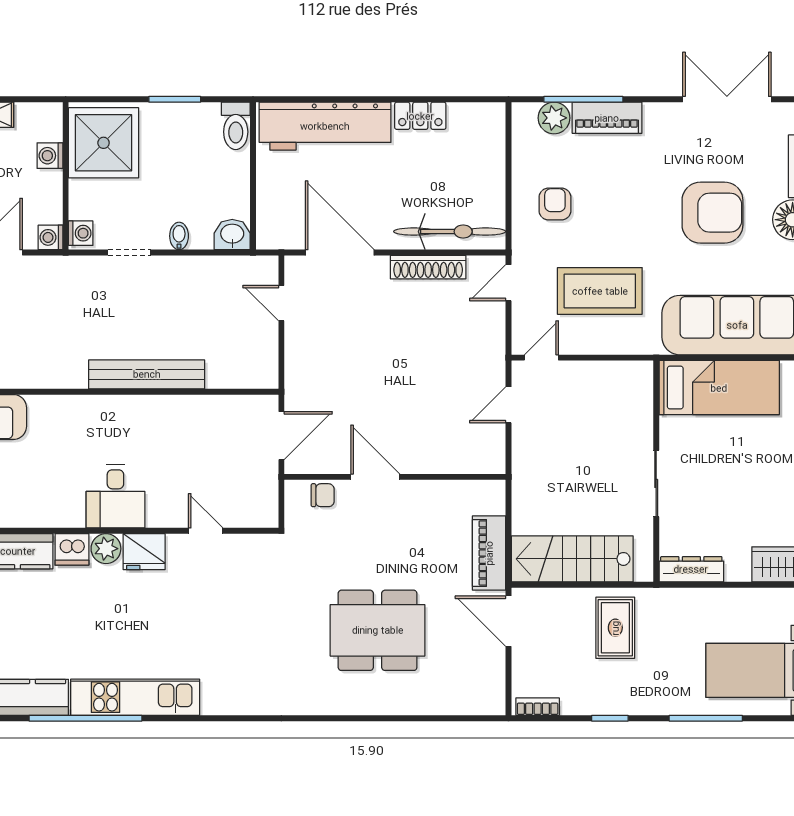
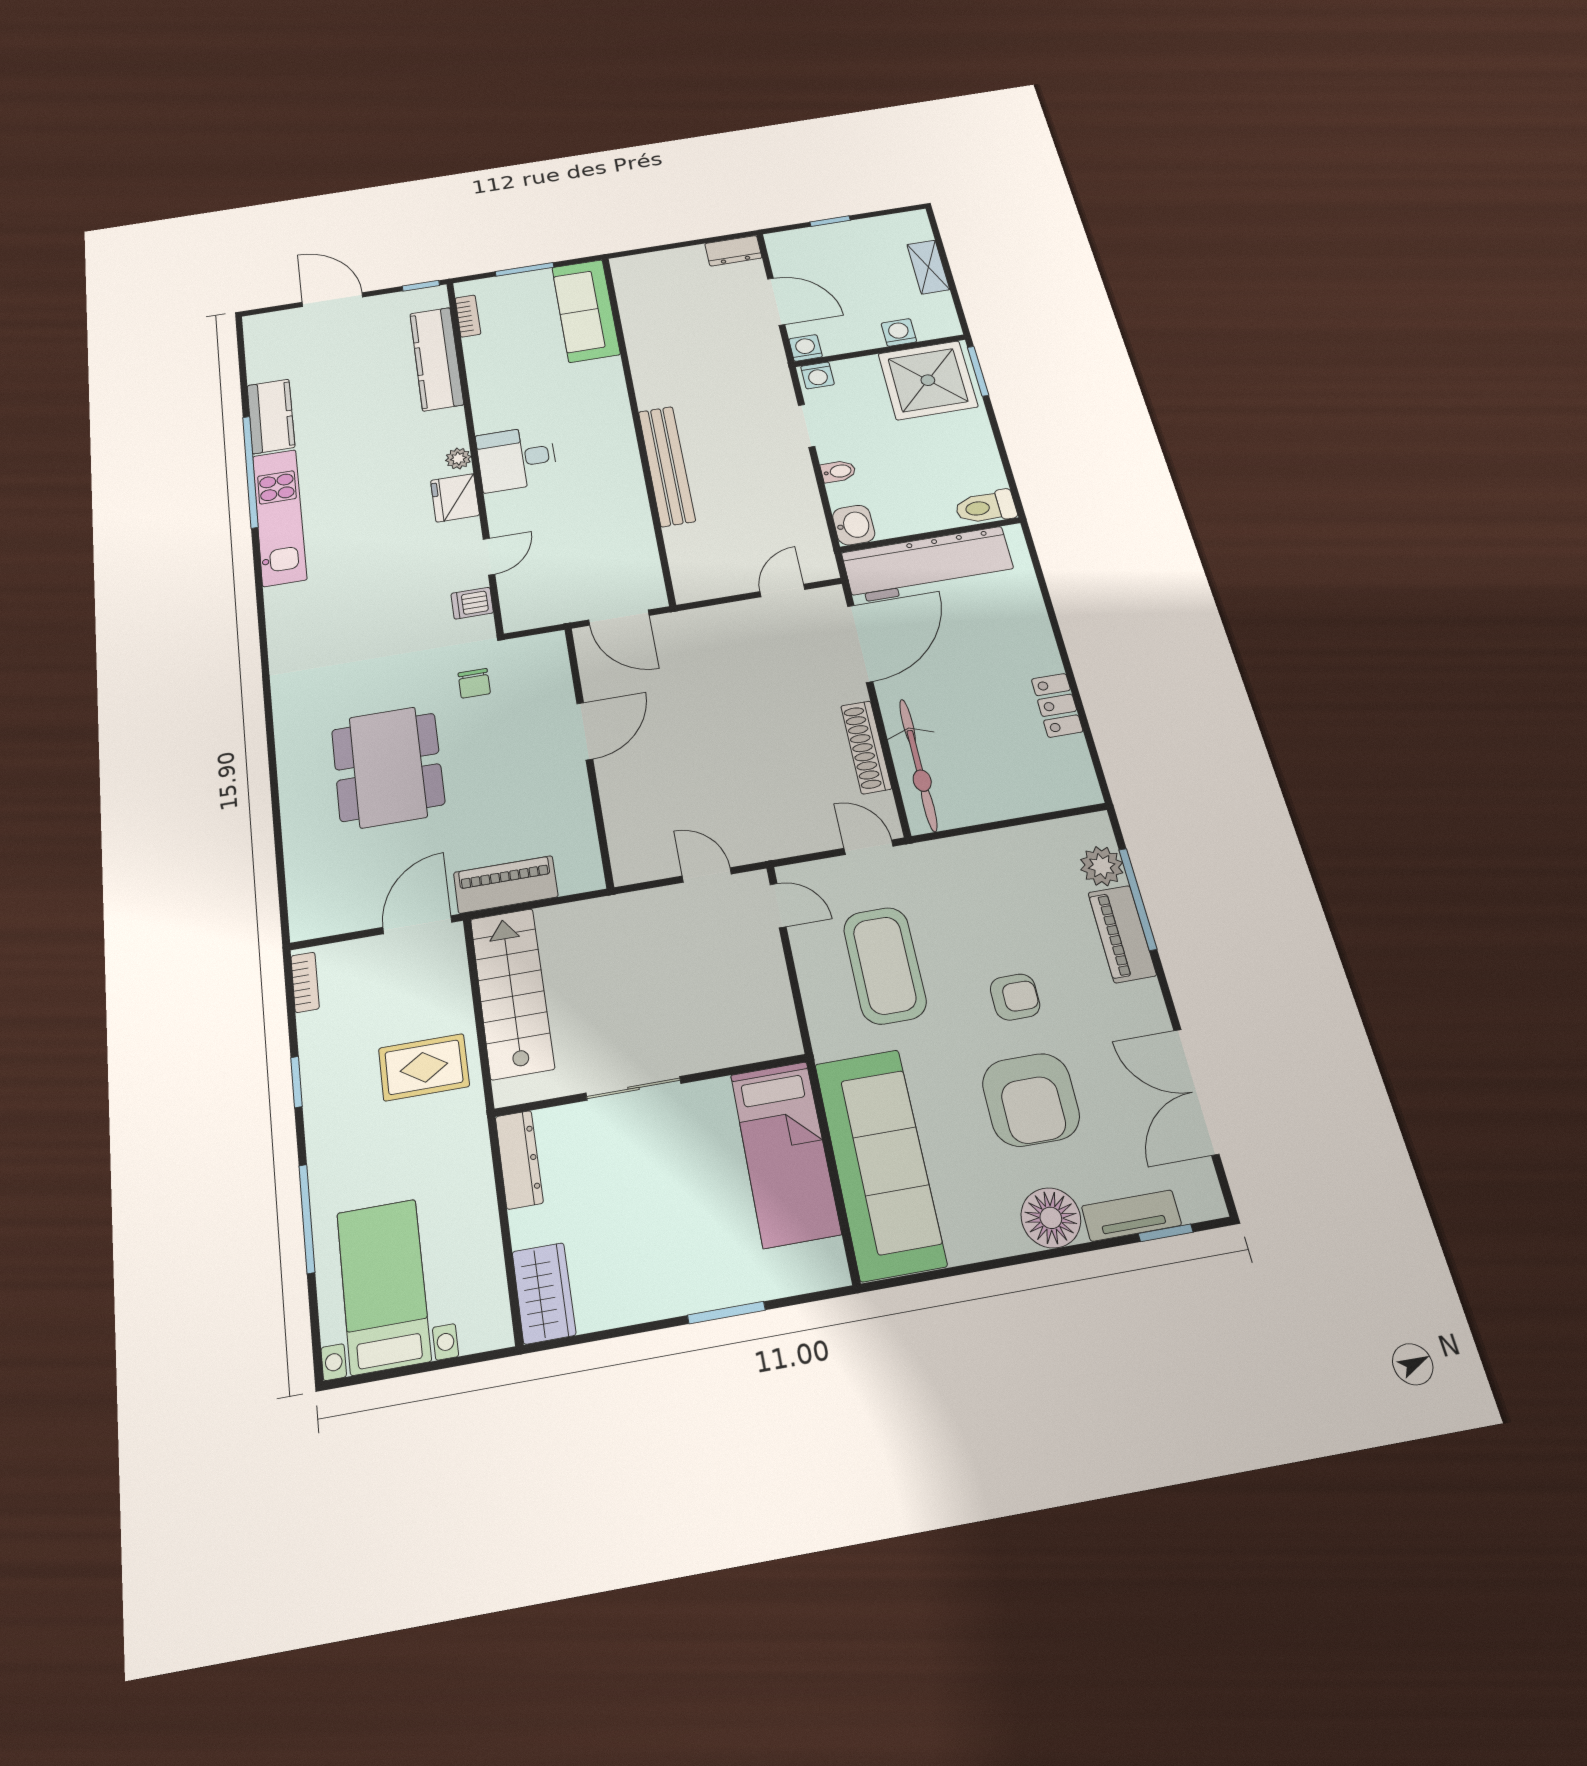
window: (175, 99) -> (978, 371), moved
double door: (727, 99) -> (1196, 1092), swing flipped
workbench: (325, 126) -> (928, 565), moved, turned -90
armchair: (555, 204) -> (1015, 997), moved
chair: (323, 495) -> (474, 683), moved
dishwasher: (72, 549) -> (472, 603), moved, width x0.73
plant: (106, 549) -> (458, 459), width x0.73, depth x0.73

